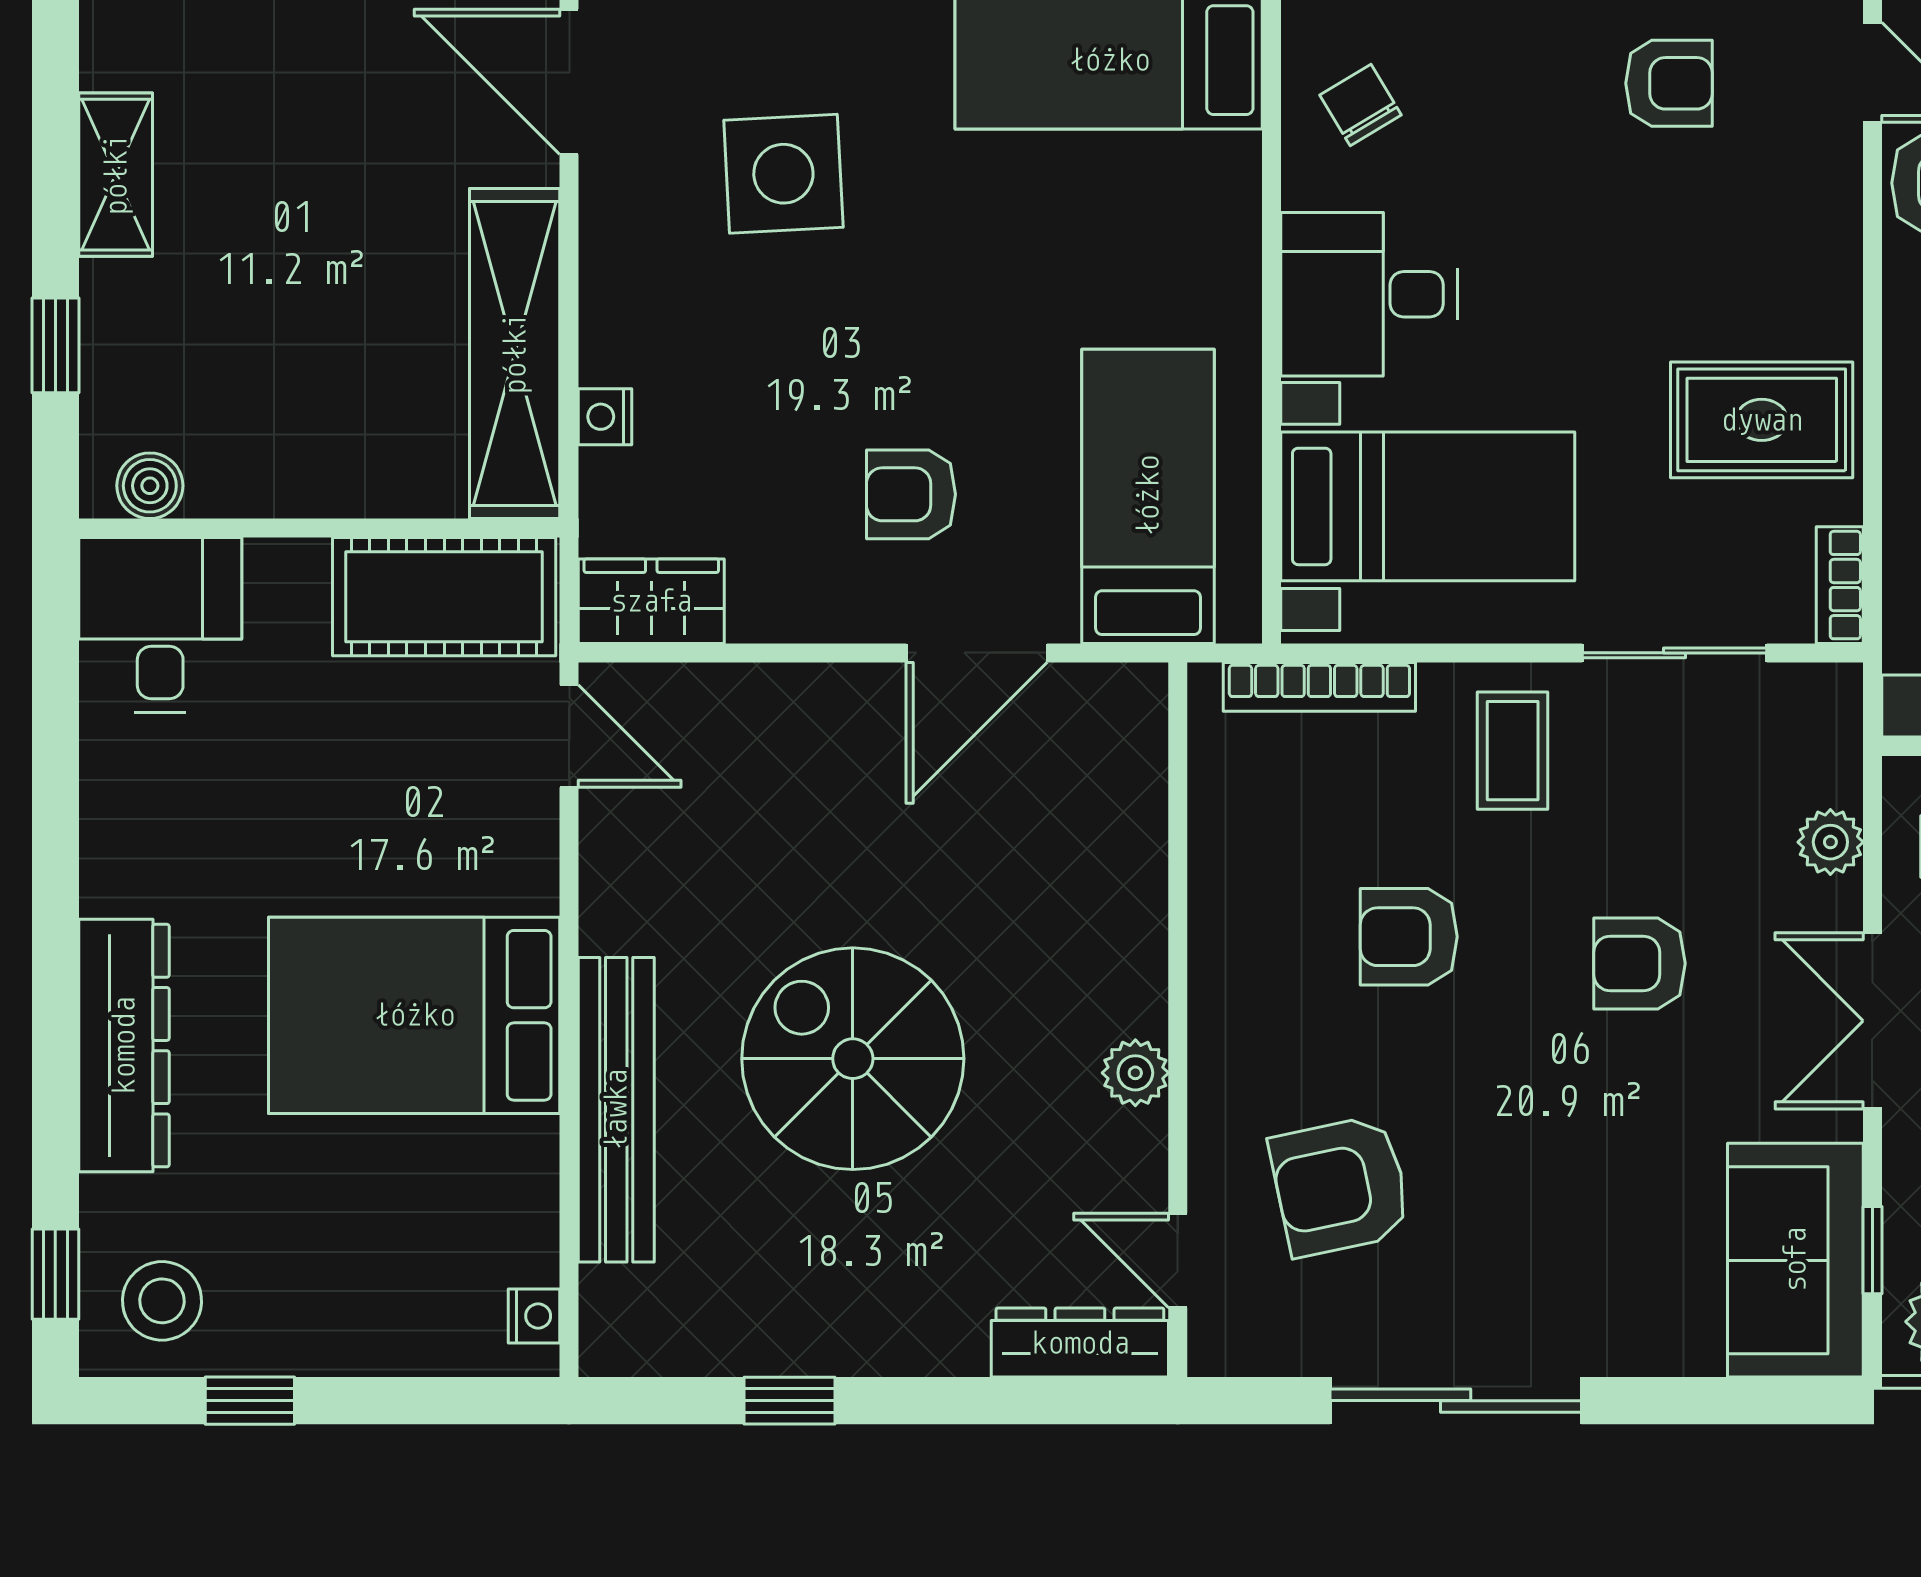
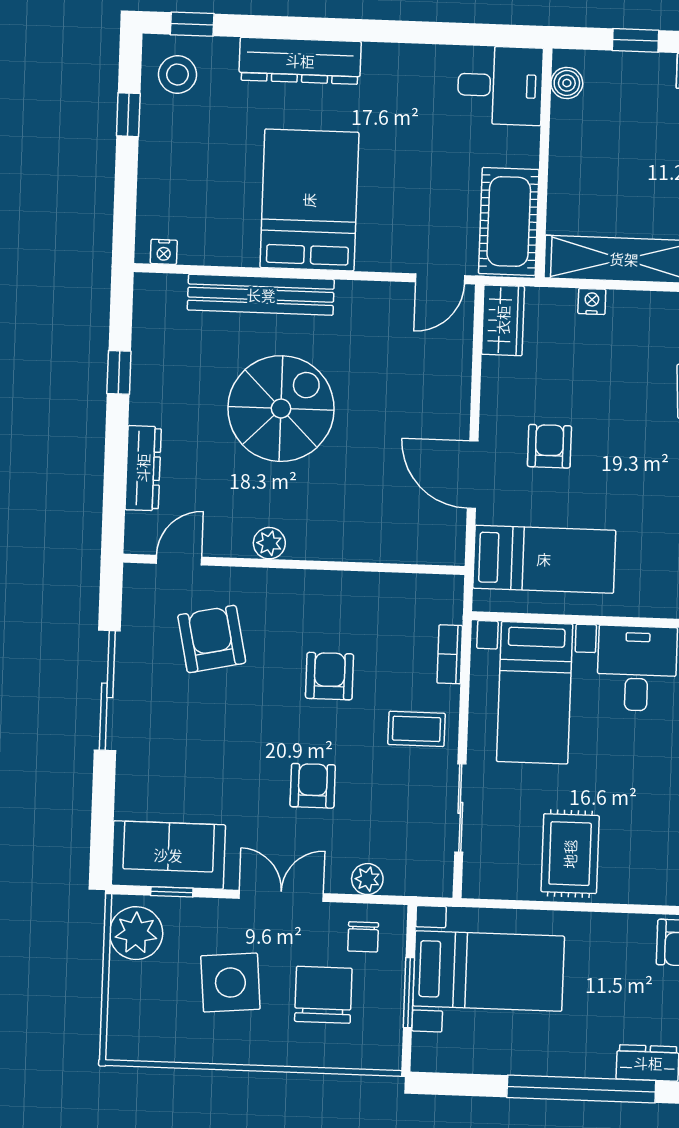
bookcase: (1840, 585) -> (490, 888), removed
bookcase: (1319, 687) -> (450, 654), width x0.64
dresser: (1080, 1343) -> (143, 468), moved

